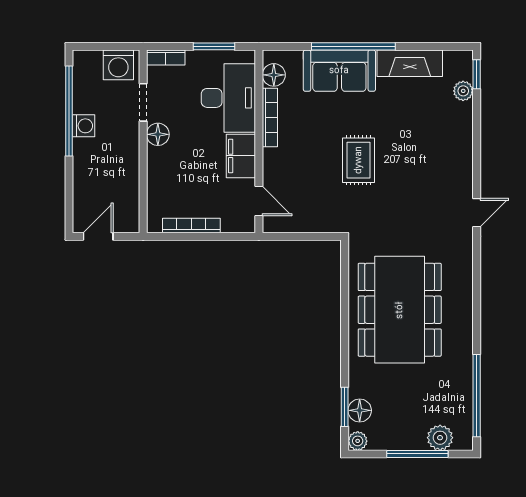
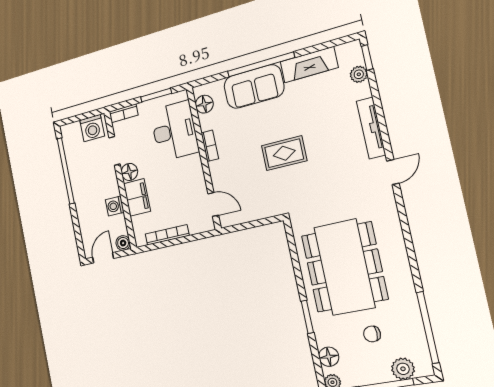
bookcase: (270, 118) -> (210, 146), width x0.64
washing machine: (84, 126) -> (115, 206), moved, turned 180
filing cabinet: (241, 156) -> (137, 197), moved, turned 180
tv unit: (464, 156) -> (371, 128), added
rug: (359, 160) -> (284, 153), turned 90
boiler: (130, 223) -> (123, 243), added
chair: (414, 392) -> (372, 334), added
window: (345, 407) -> (307, 317), moved

